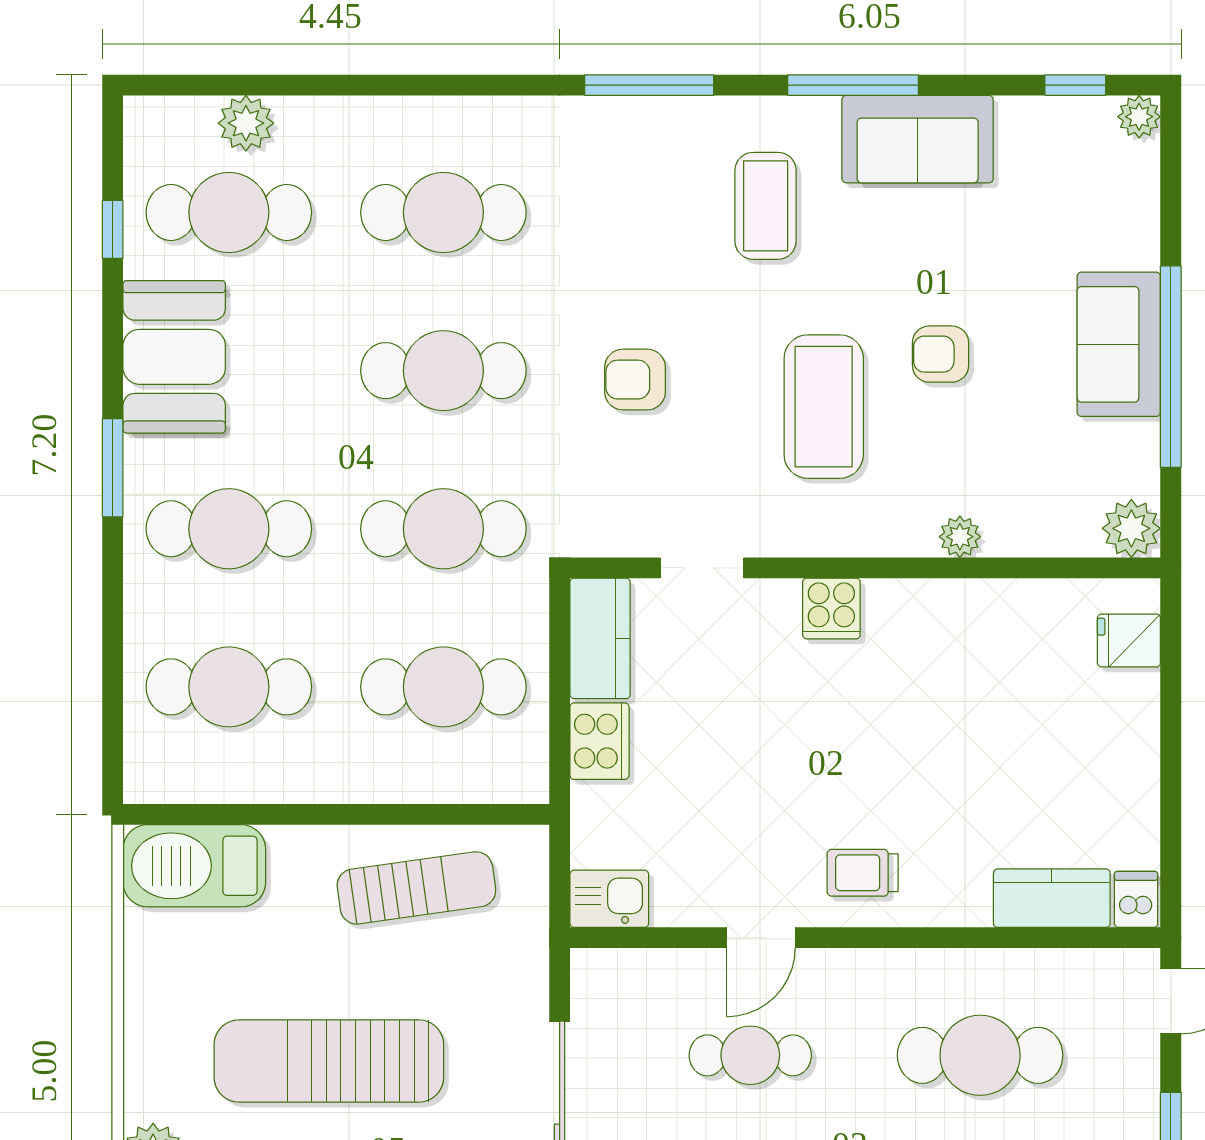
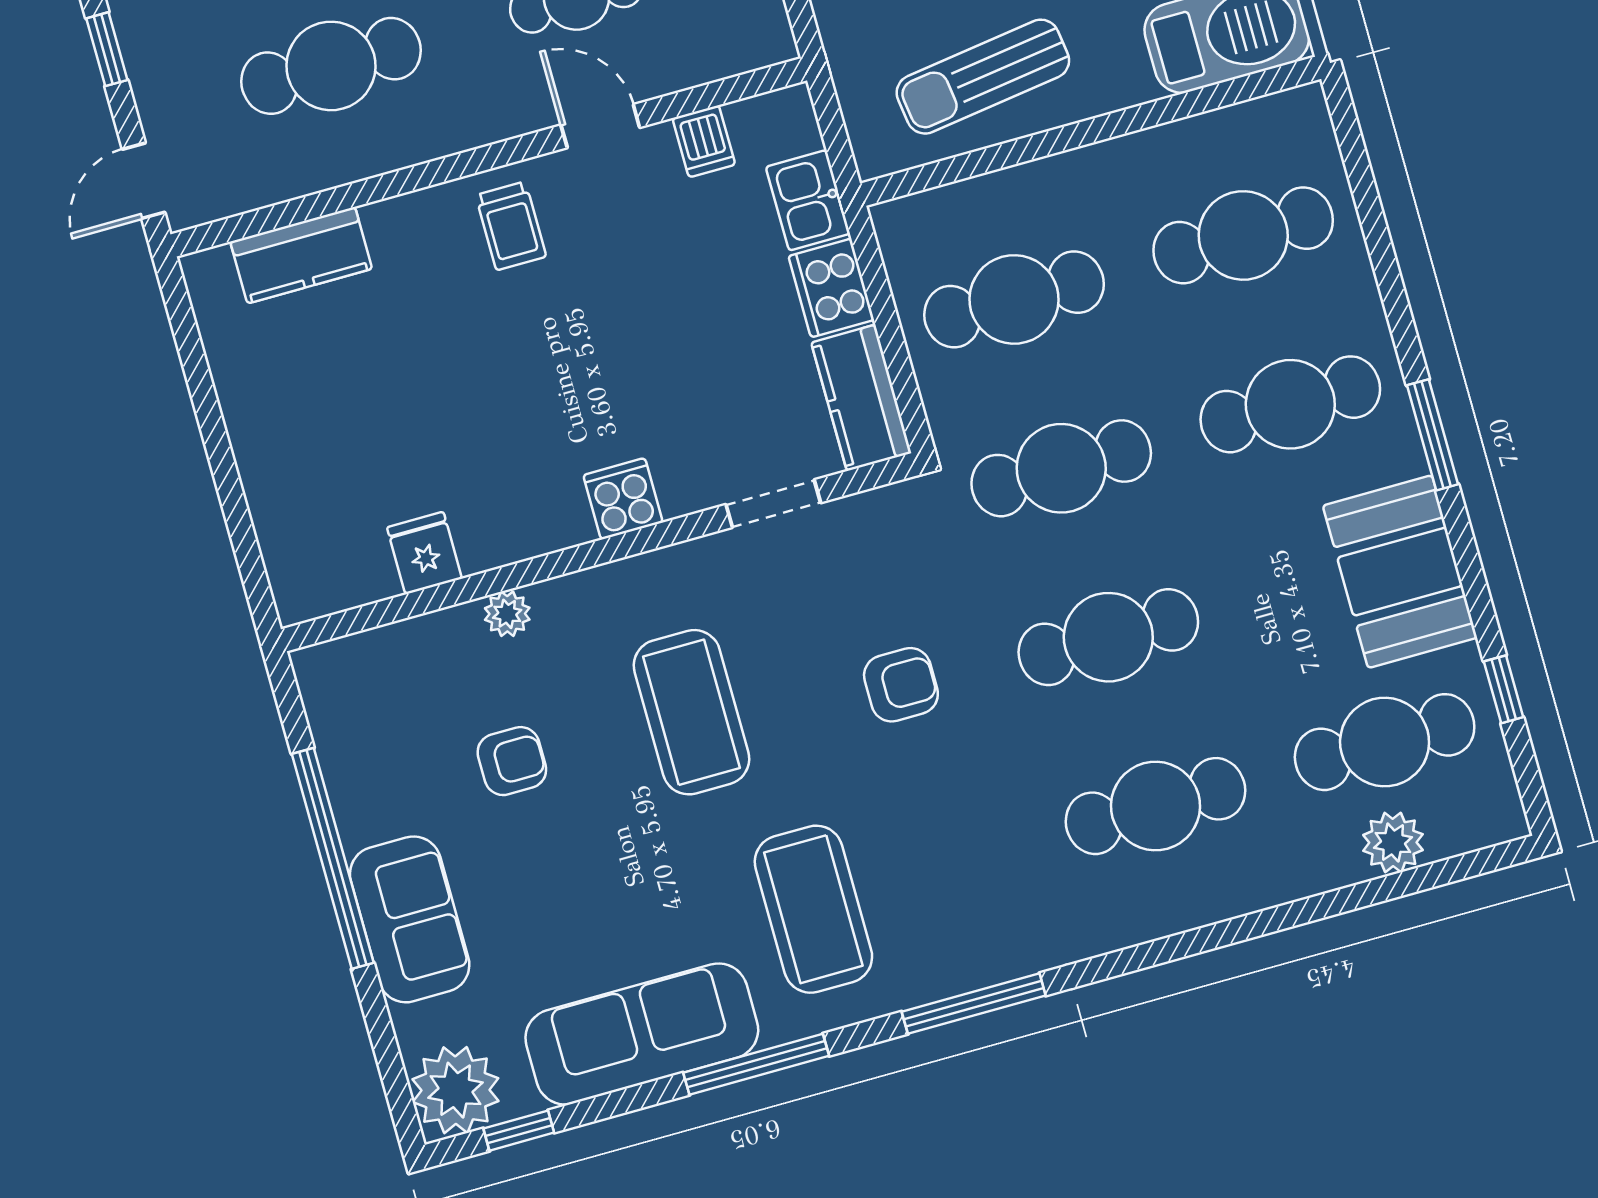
plant: (1139, 117) -> (456, 1090), width x1.88, depth x1.88
sofa: (918, 139) -> (642, 1034), width x1.36
coffee table: (766, 206) -> (813, 909), width x1.36, depth x1.32
sofa: (1119, 344) -> (410, 919), moved
armchair: (941, 354) -> (512, 761), moved
plant: (1131, 528) -> (327, 674), removed
fridge: (1129, 640) -> (424, 553), moved, turned -90
trolley: (863, 873) -> (511, 226), turned 90
kitchen sink: (609, 899) -> (808, 200), moved, turned 90
dishwasher: (1136, 899) -> (704, 141), moved
door: (761, 938) -> (600, 126), hinge flipped

